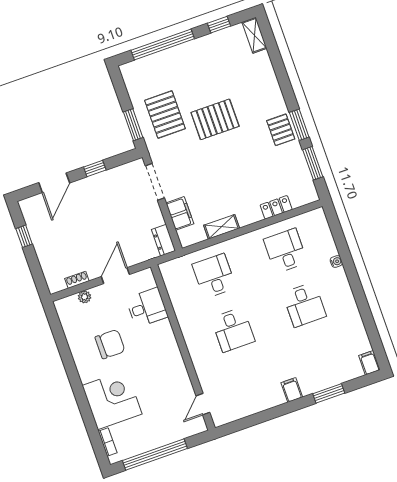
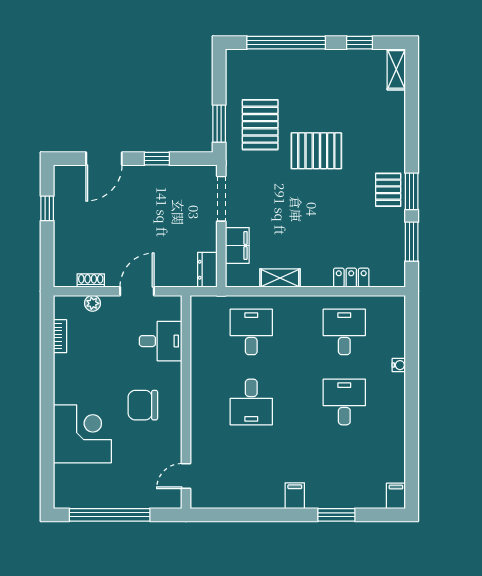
desk: (304, 305) -> (344, 402), turned 180
chair: (110, 344) -> (143, 405), moved, turned 180
bookcase: (108, 442) -> (60, 336), moved

